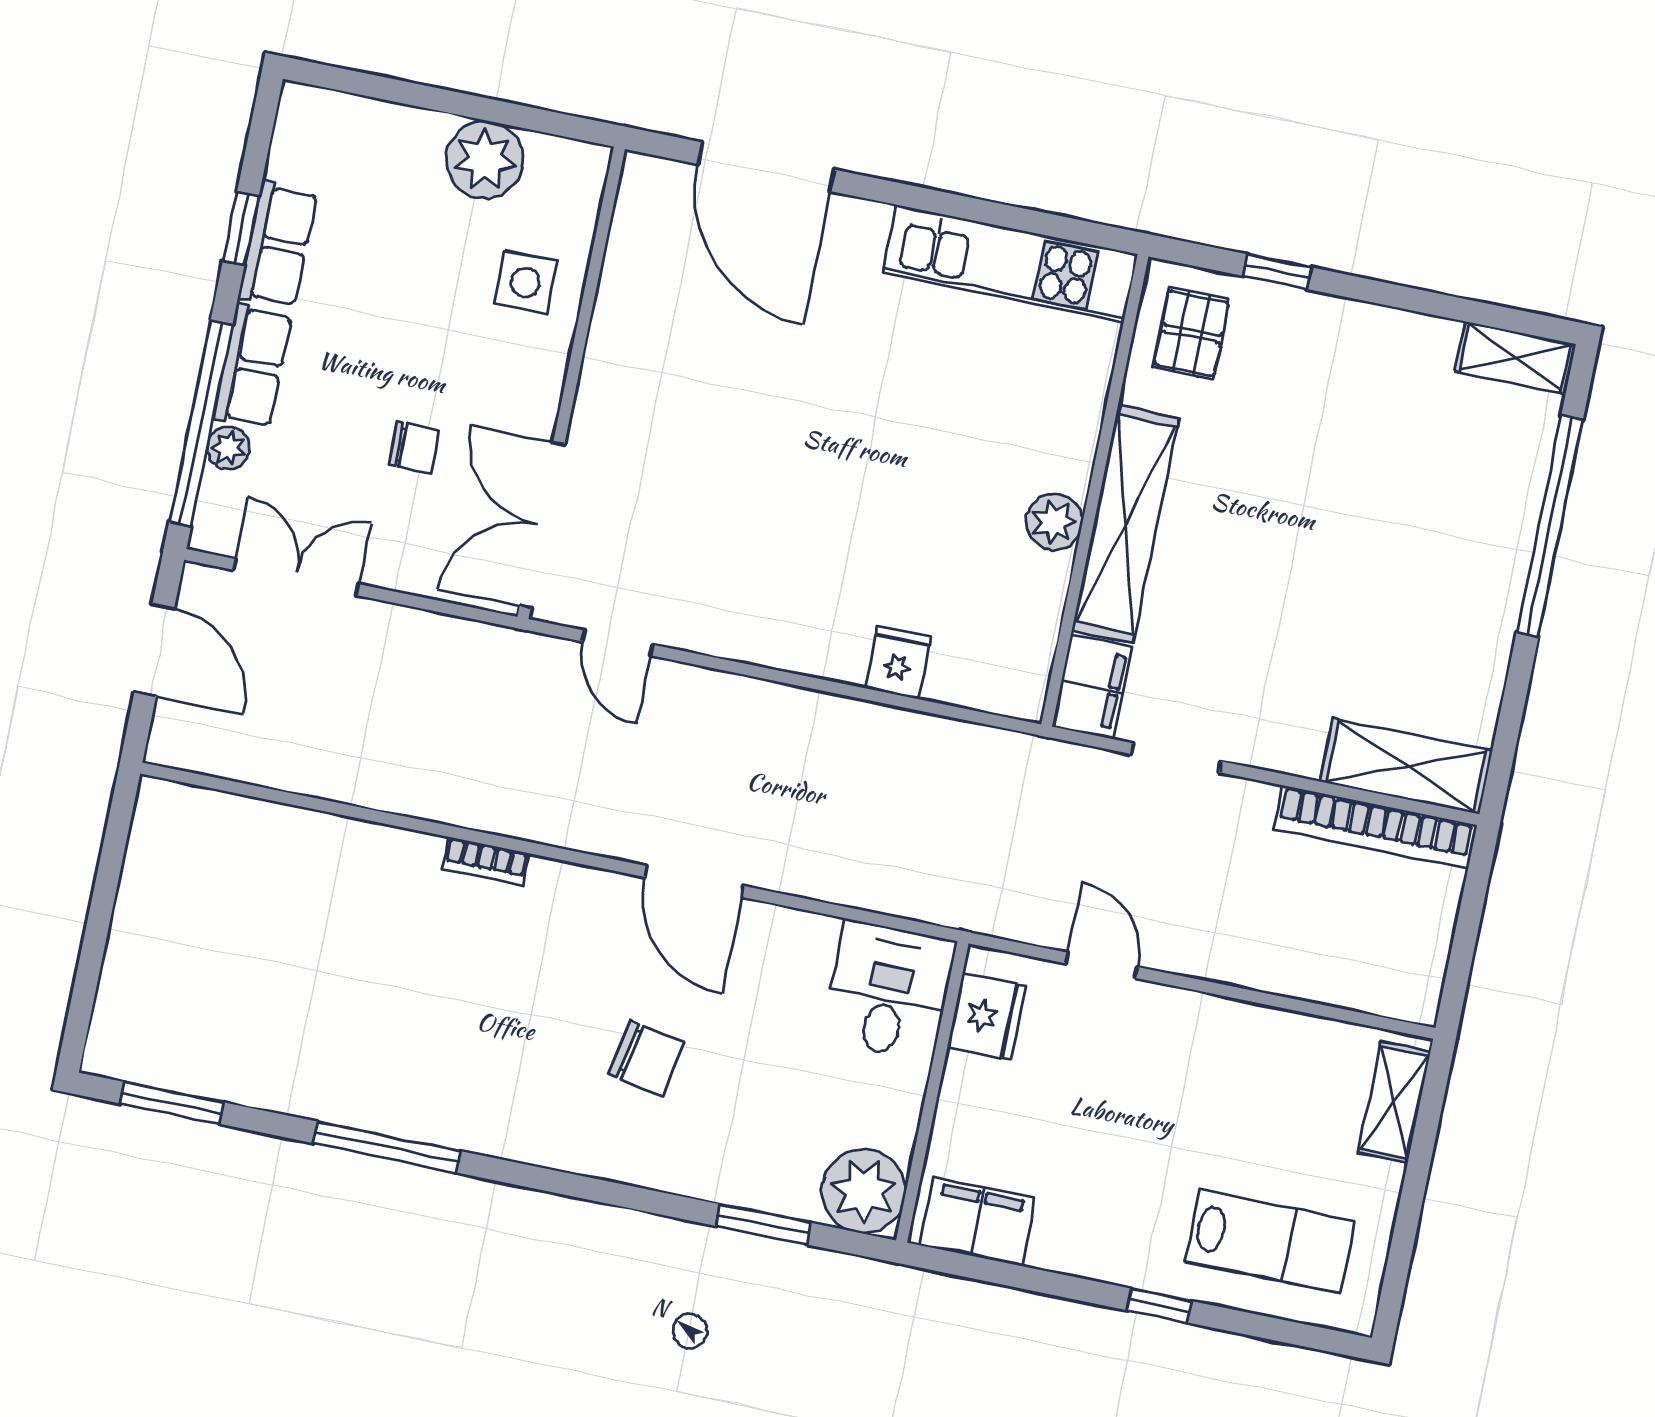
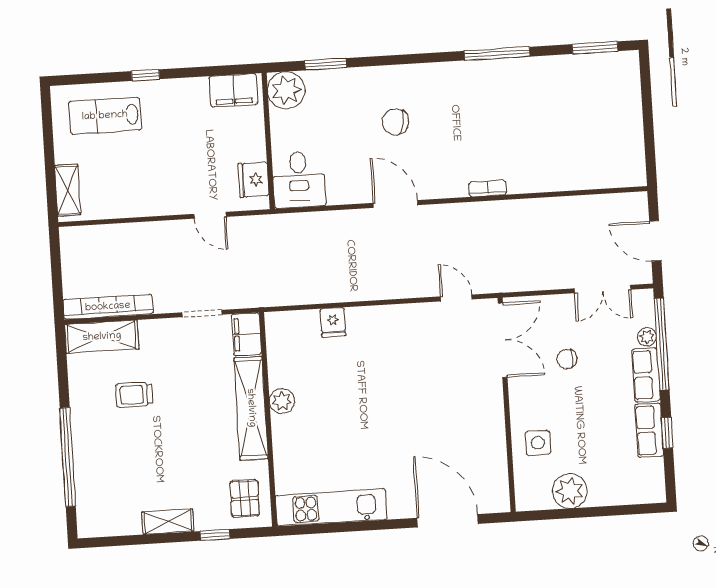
shelving: (1515, 358) -> (168, 522), moved
trolley: (1370, 622) -> (134, 395), added

